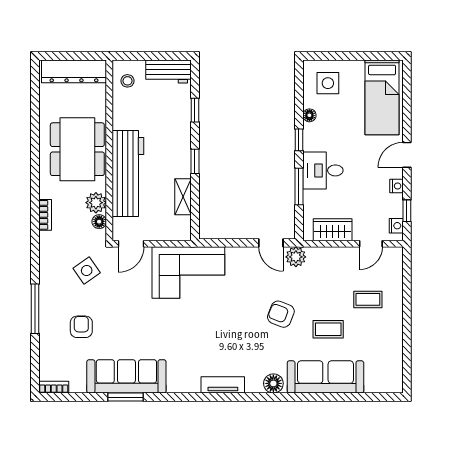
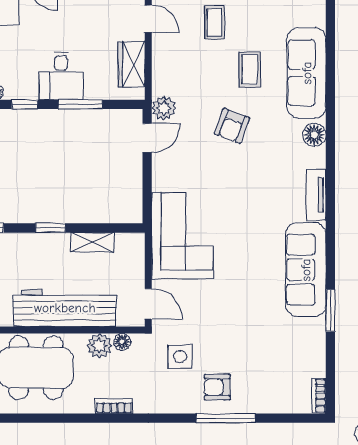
side table: (87, 271) -> (180, 357), turned 35
armchair: (81, 327) -> (217, 387), moved
sofa: (126, 376) -> (306, 270), moved

